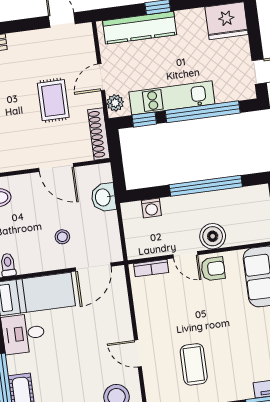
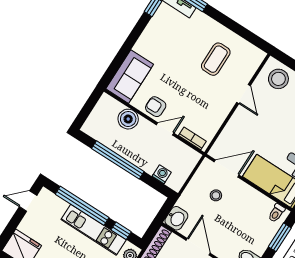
washbasin: (103, 197) -> (176, 218), moved
boiler: (213, 236) -> (128, 119), moved
stool: (62, 237) -> (216, 195), moved
door: (185, 255) -> (165, 129), hinge flipped

